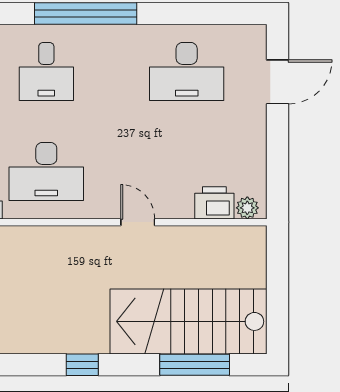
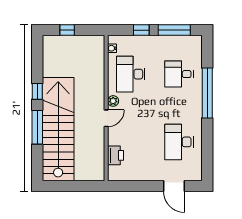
plant: (247, 208) -> (113, 101), moved
stairs: (189, 321) -> (58, 129), width x1.36
window: (195, 365) -> (37, 127), moved

